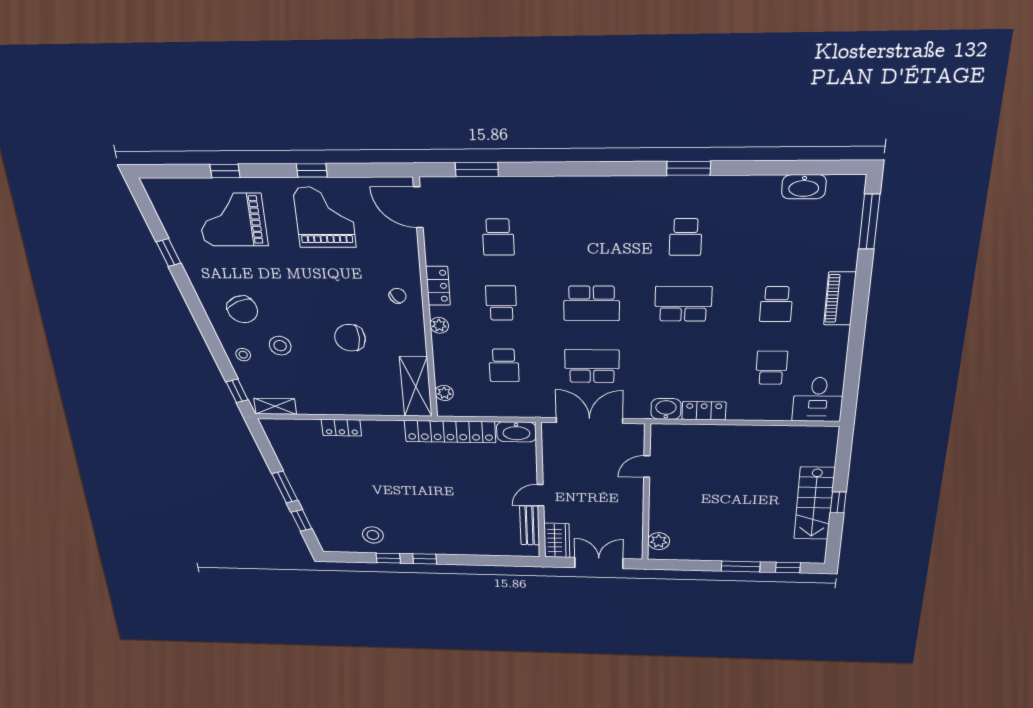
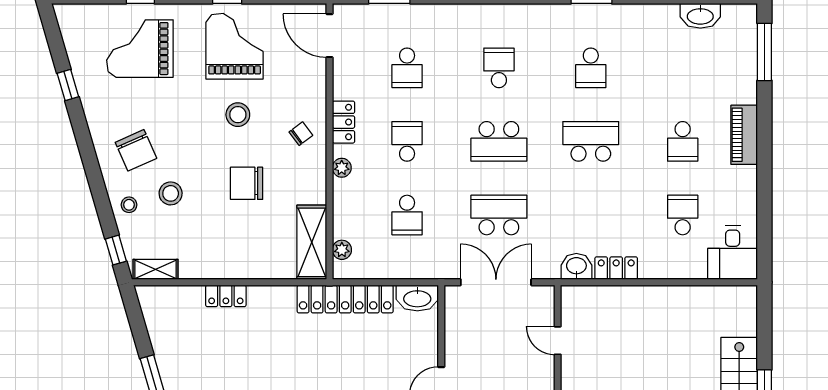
school desk: (591, 237) -> (499, 68), added
stool: (335, 279) -> (238, 115), added
door: (647, 467) -> (558, 341), hinge flipped

